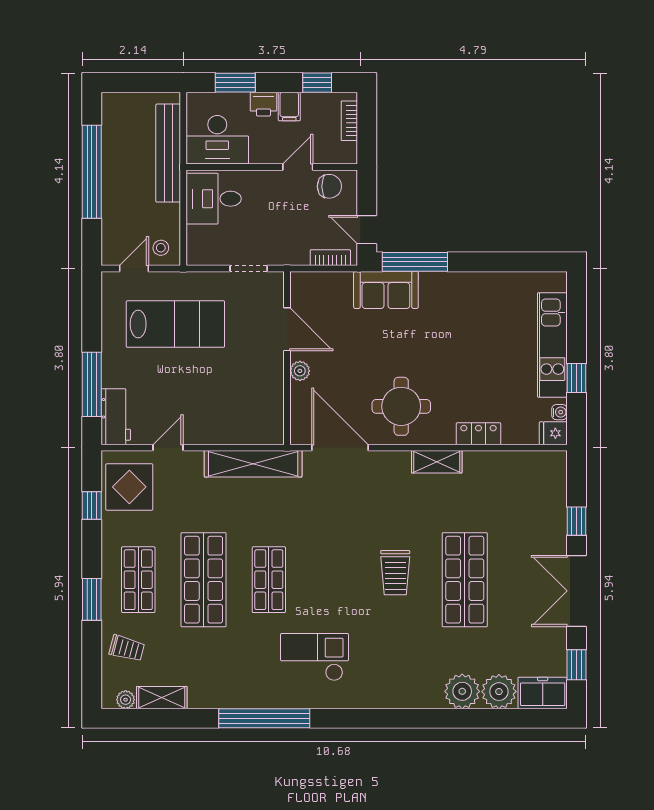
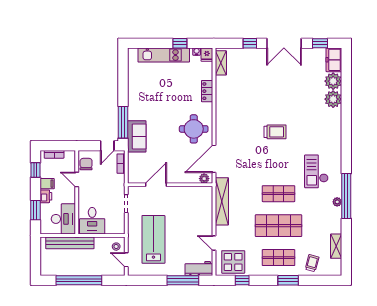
plant: (300, 371) -> (204, 179), moved
shelving: (437, 462) -> (221, 63), moved
shop shelf: (465, 580) -> (278, 98), removed
plant: (126, 700) -> (337, 202), moved

